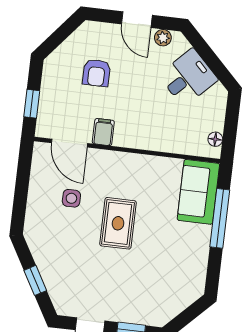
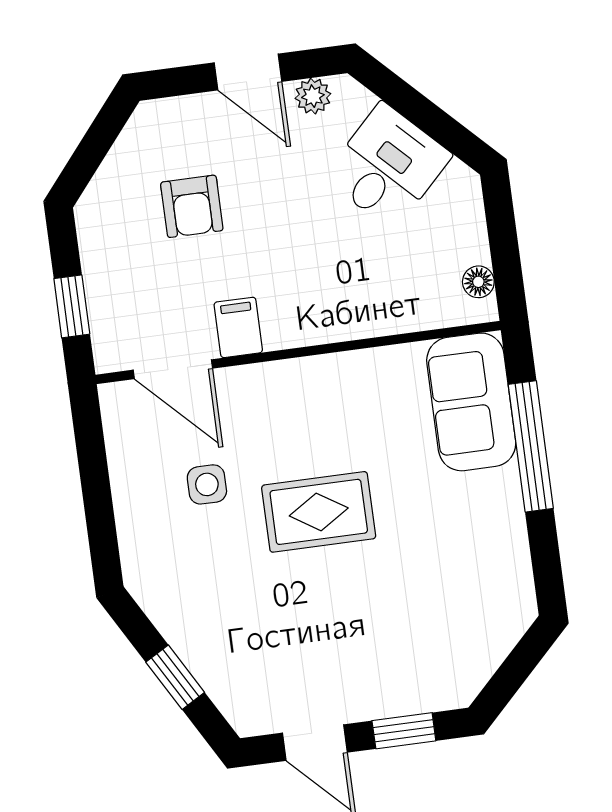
rug: (118, 223) -> (319, 512), turned 90

